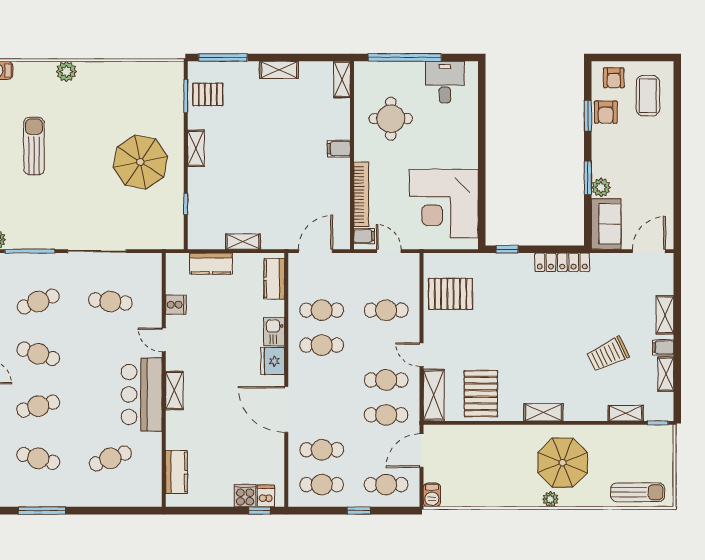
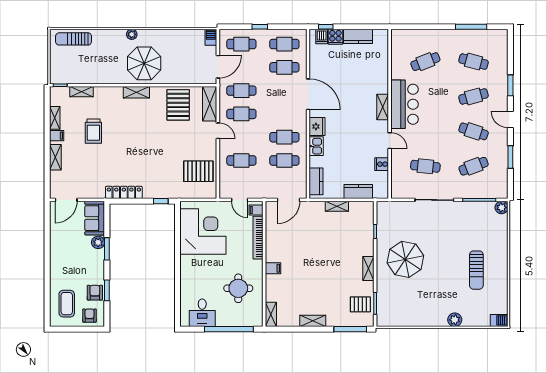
trolley: (608, 354) -> (93, 131), turned 116
parasol: (563, 463) -> (144, 63), moved
kitchen counter: (176, 472) -> (358, 36), moved, turned -90

